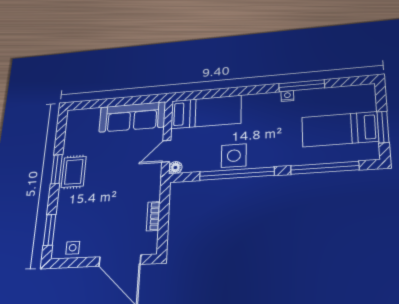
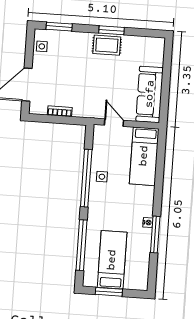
side table: (234, 156) -> (102, 177), width x0.54, depth x0.54
floor lamp: (175, 168) -> (98, 130), removed

